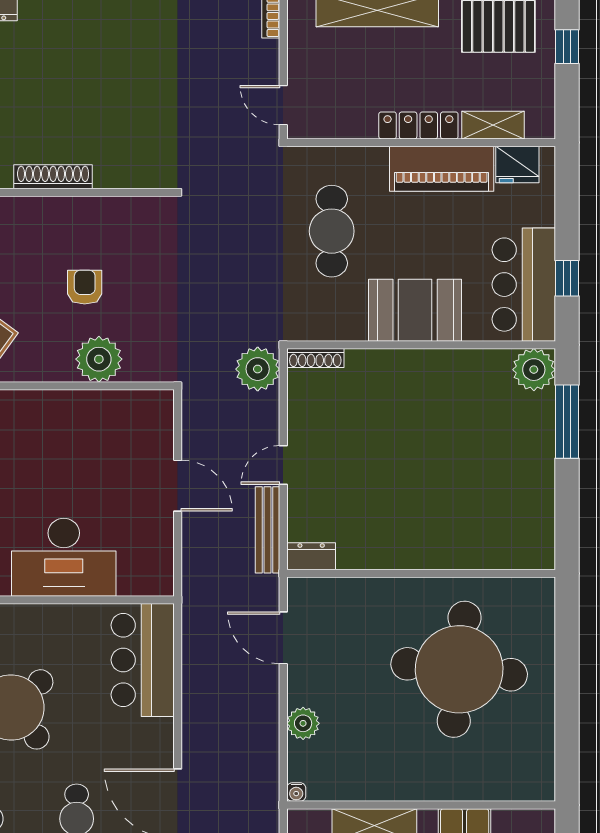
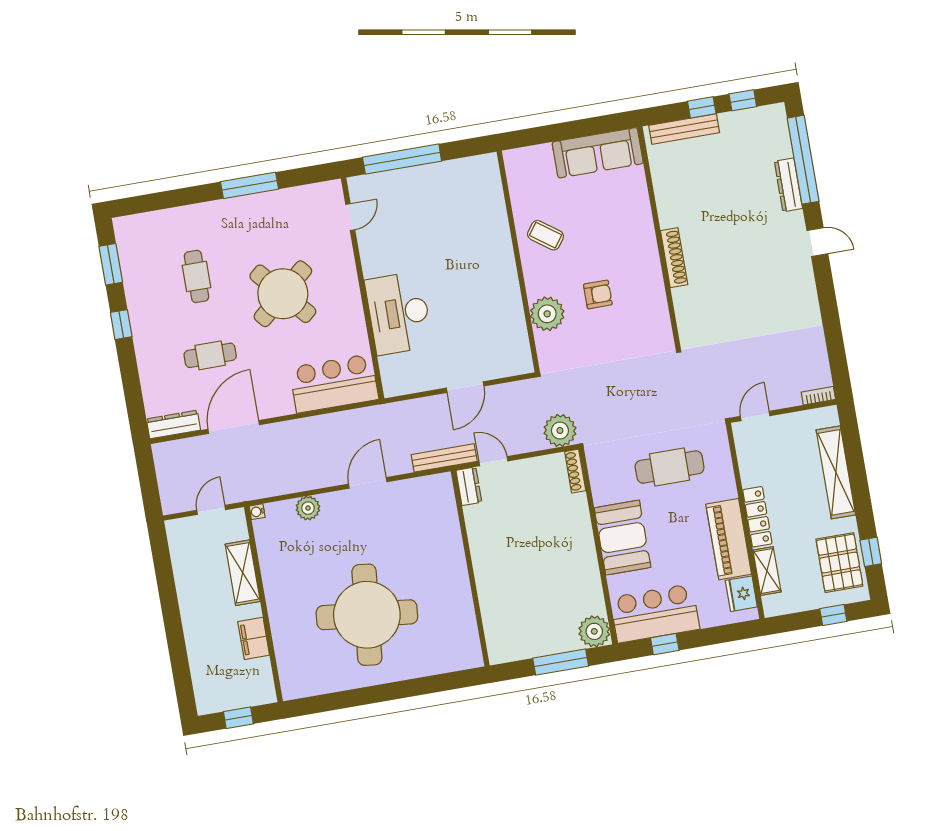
dresser: (311, 556) -> (469, 486), moved
wall: (421, 573) -> (470, 568), moved

